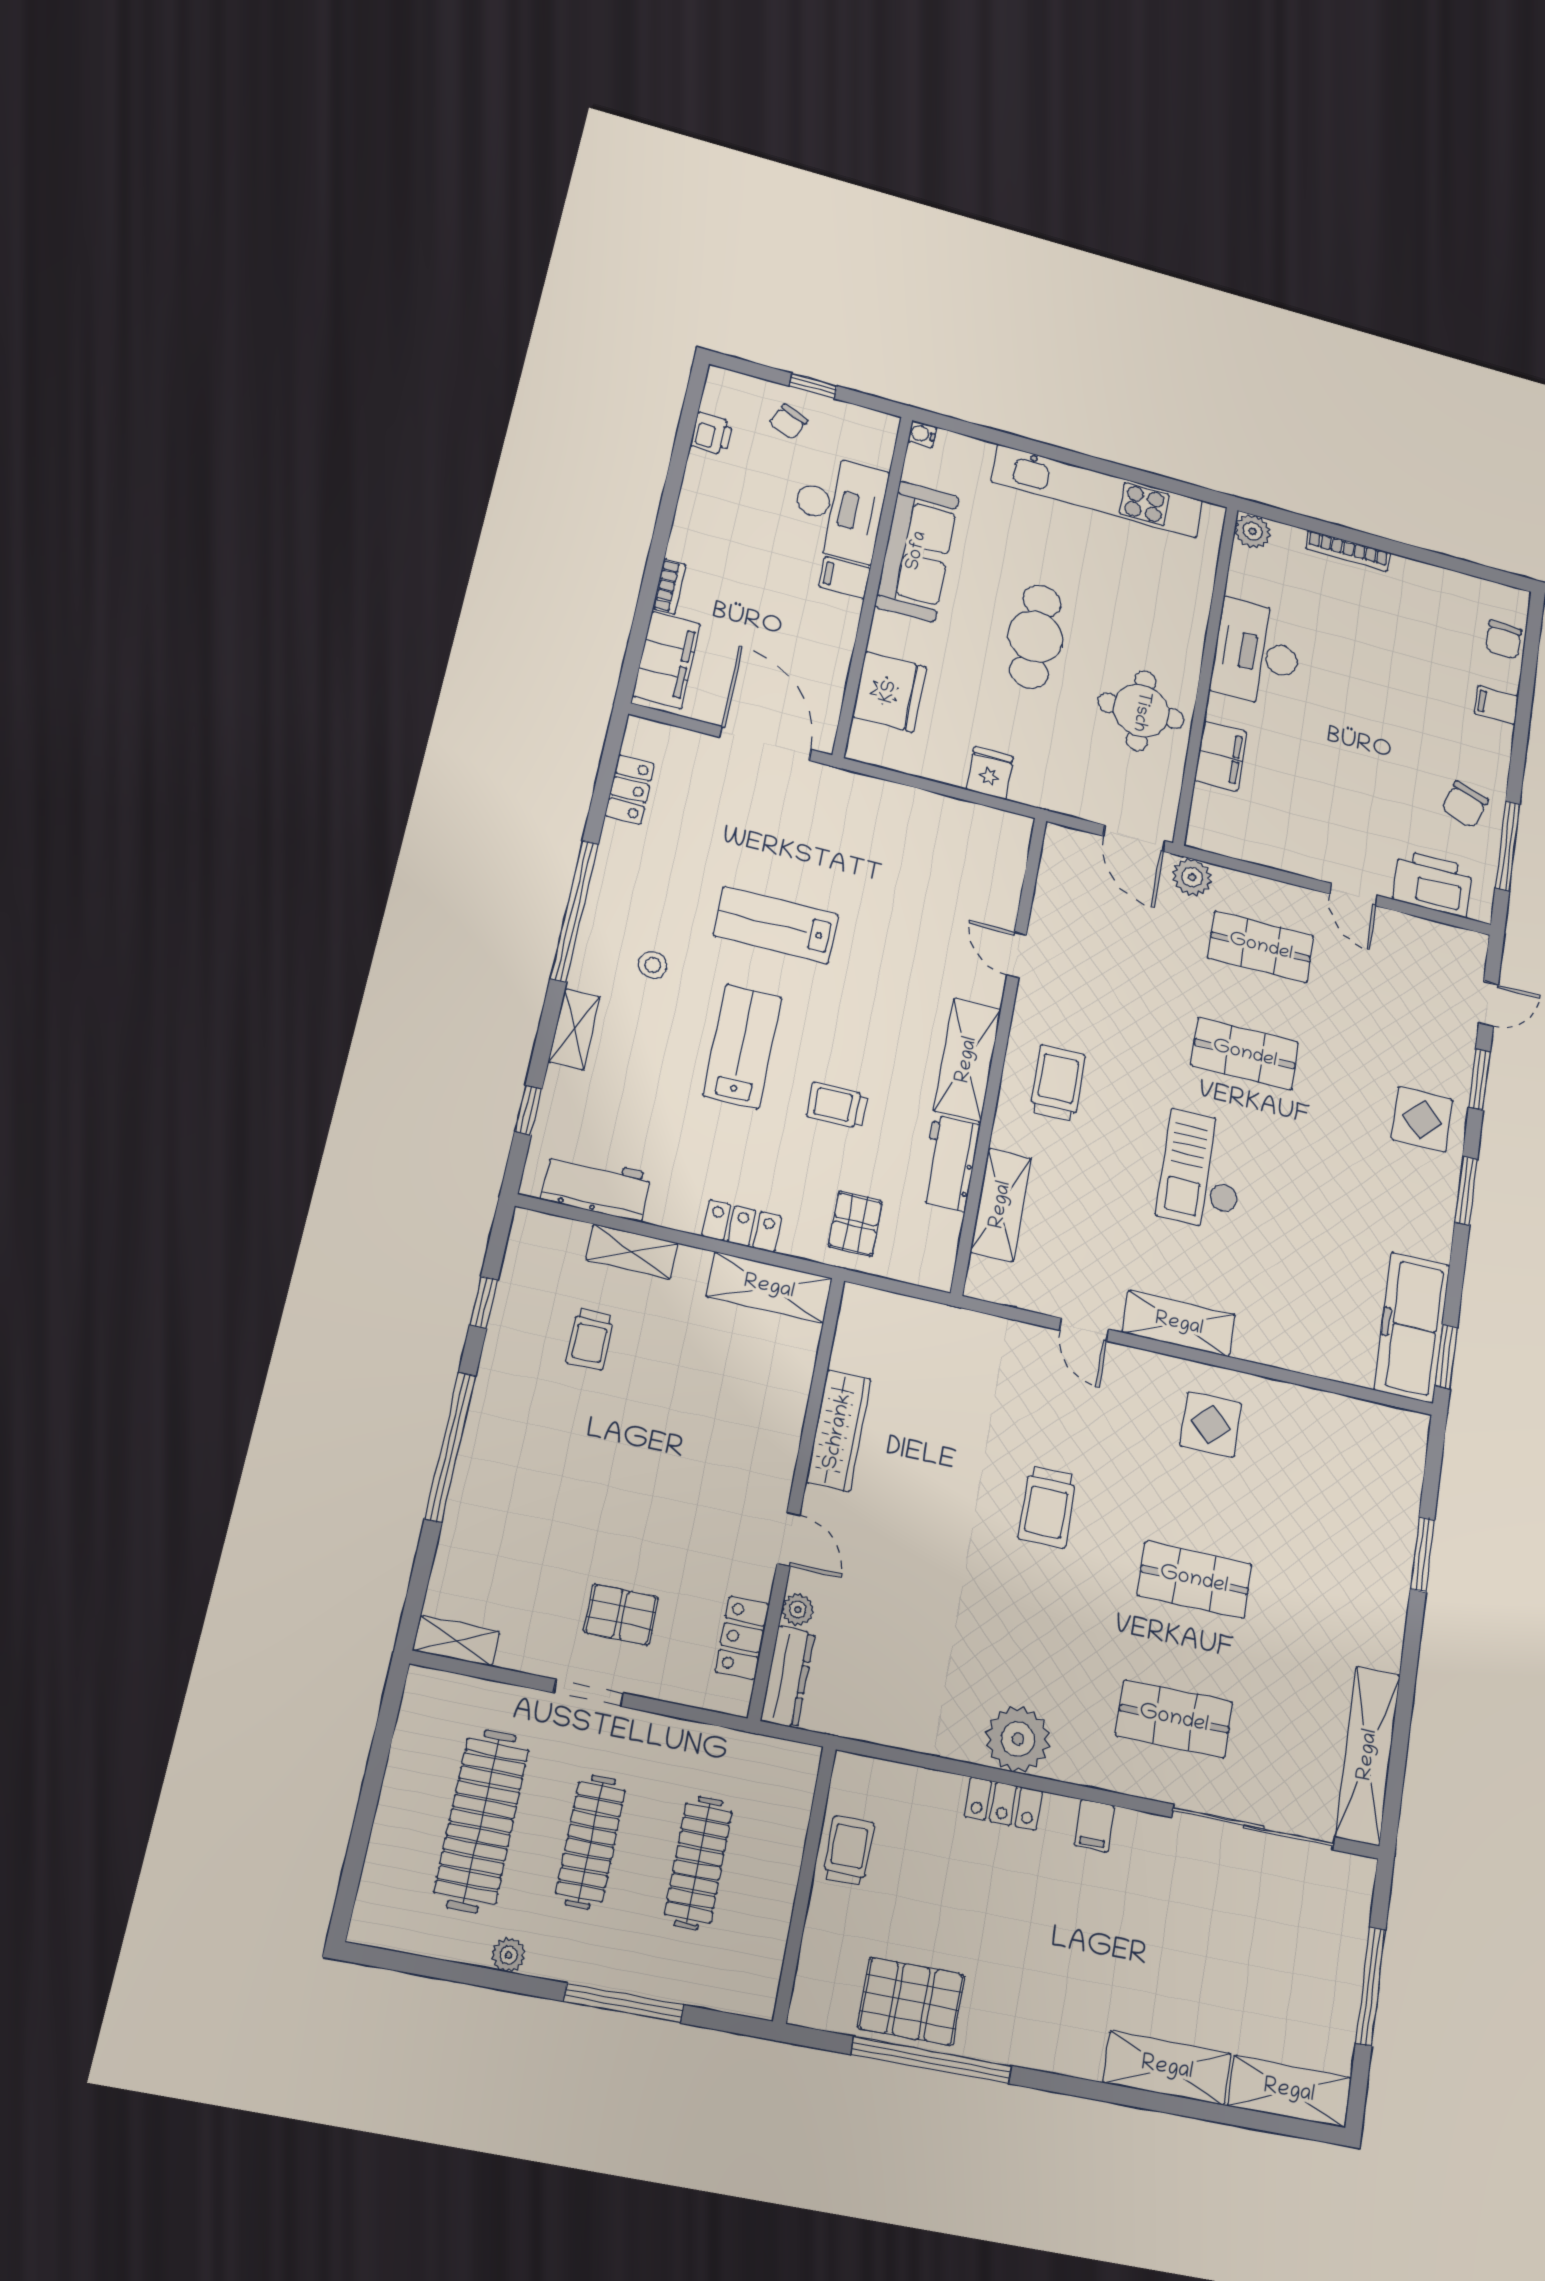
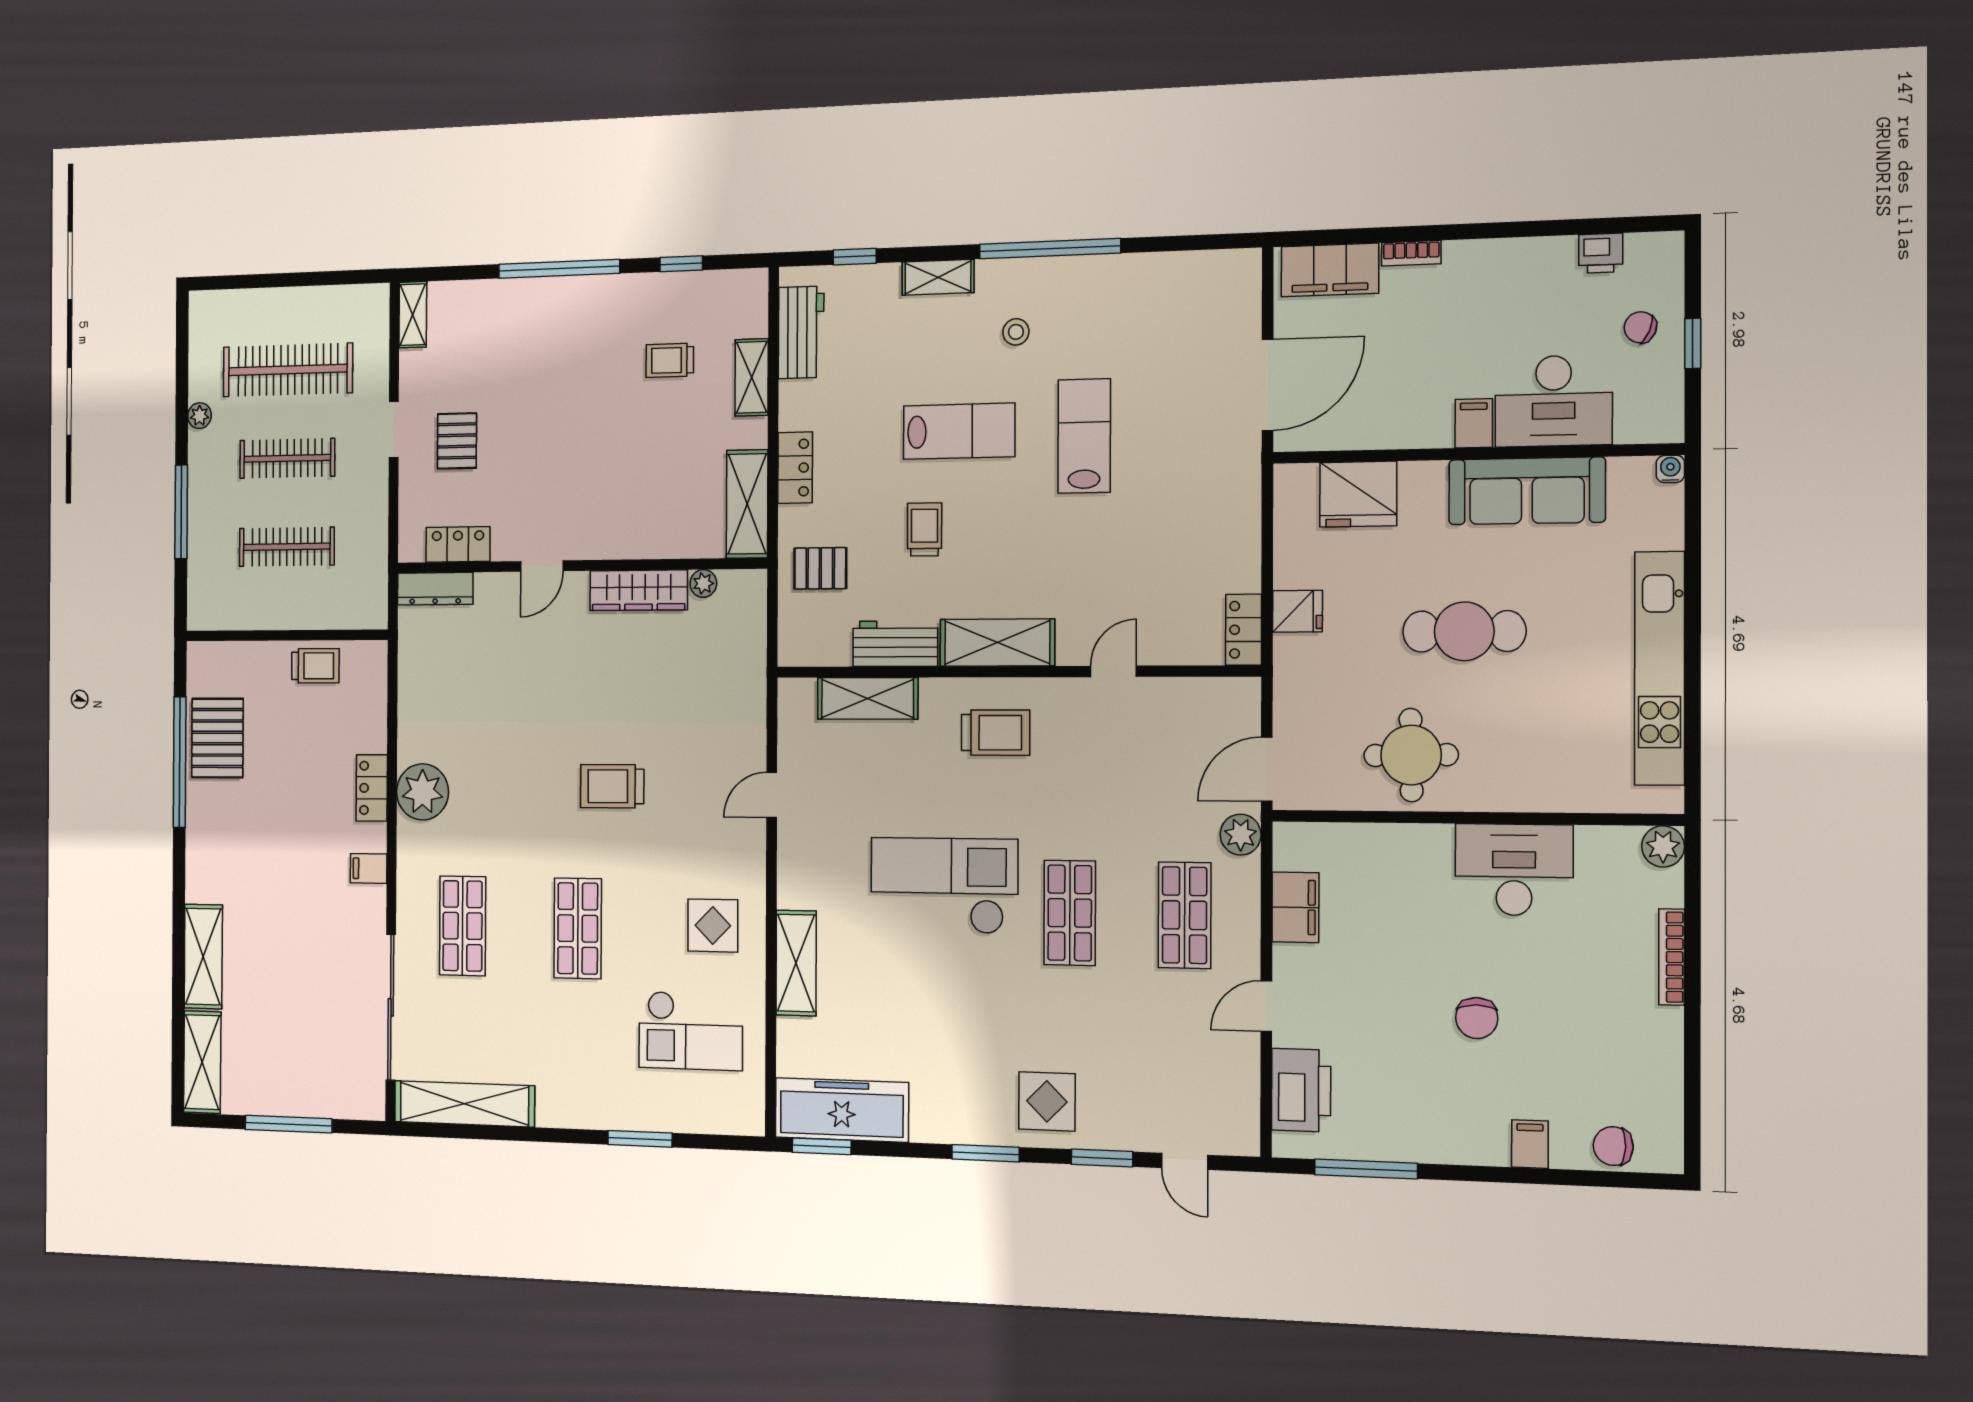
filing cabinet: (1221, 756) -> (1295, 907), moved, turned -90
locker: (630, 790) -> (1244, 630), moved, turned 90
chair: (1465, 804) -> (1477, 1018), moved, turned -108
checkout: (1202, 1170) -> (944, 886), width x1.36, depth x1.21
shelving: (1179, 1324) -> (796, 963), moved
checkout: (1317, 1473) -> (691, 1031), added
plant: (798, 1610) -> (703, 583), moved

